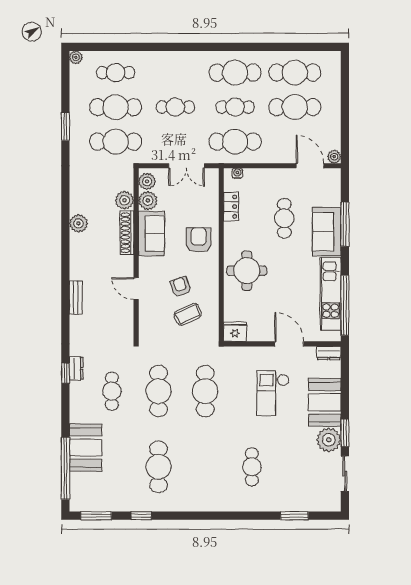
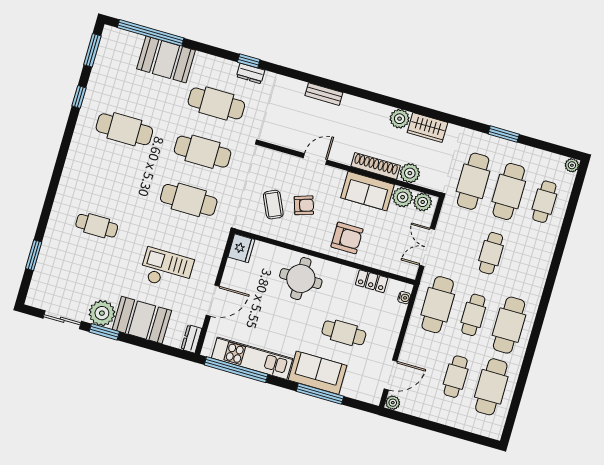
cafe table: (295, 107) -> (456, 377), width x0.73, depth x0.74
wardrobe: (79, 196) -> (427, 128), added
cafe table: (112, 391) -> (216, 103), width x1.37, depth x1.35

